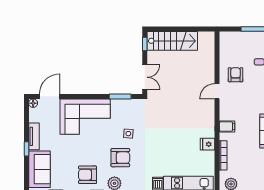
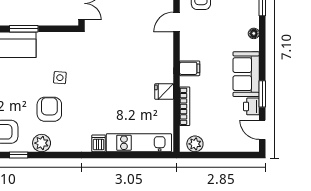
window: (120, 96) -> (24, 29), moved
armchair: (120, 158) -> (49, 109), turned -90

